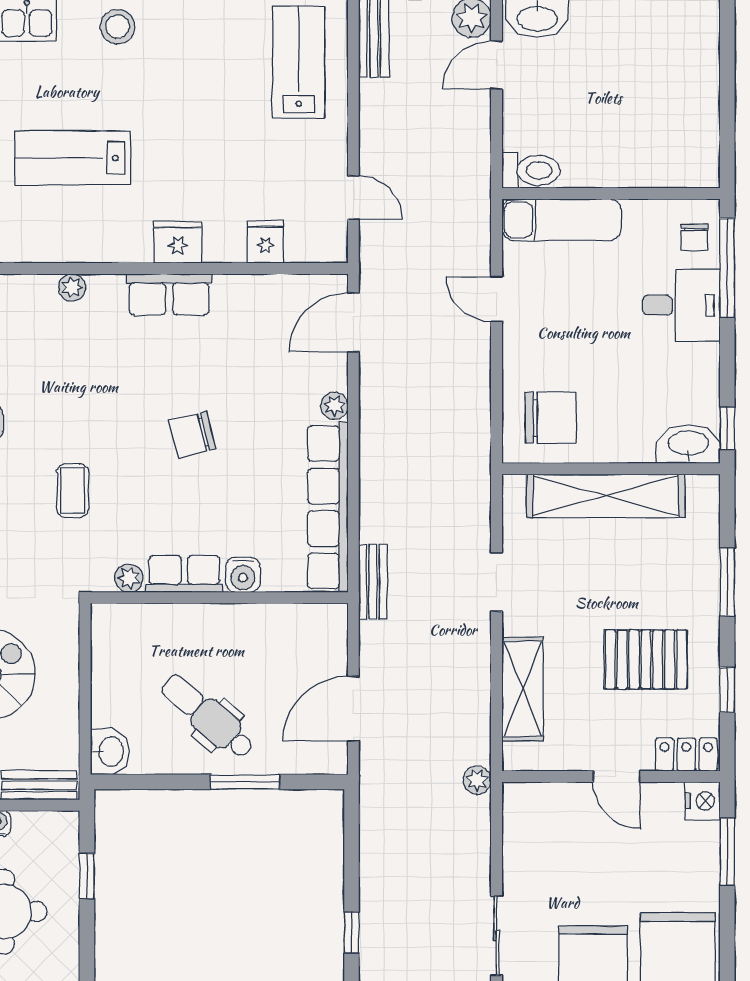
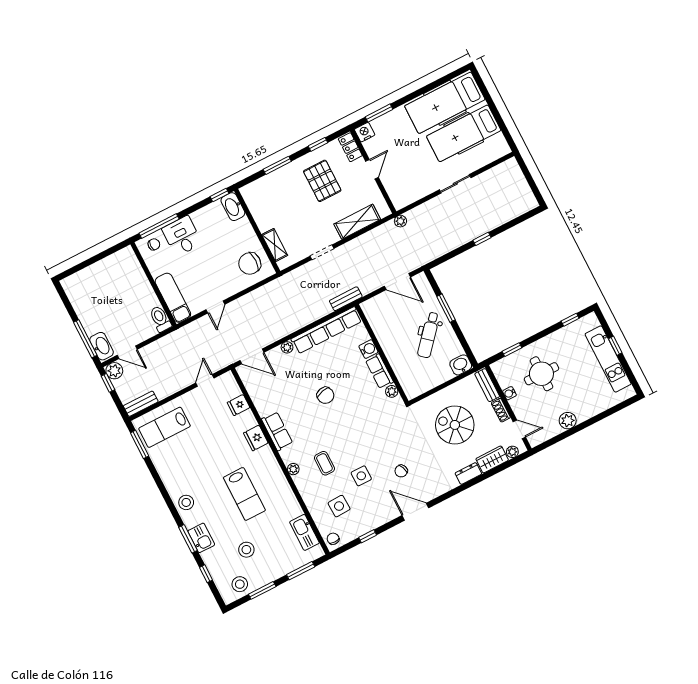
chair: (551, 418) -> (250, 263), turned -90
coffee table: (73, 491) -> (324, 463), moved, turned 90
shelving: (606, 496) -> (275, 245), width x0.45, depth x0.75

